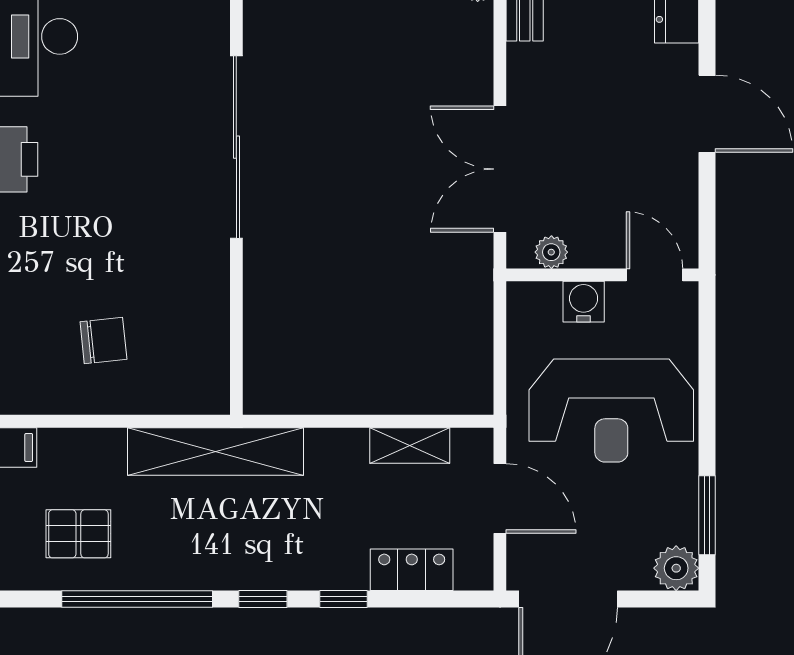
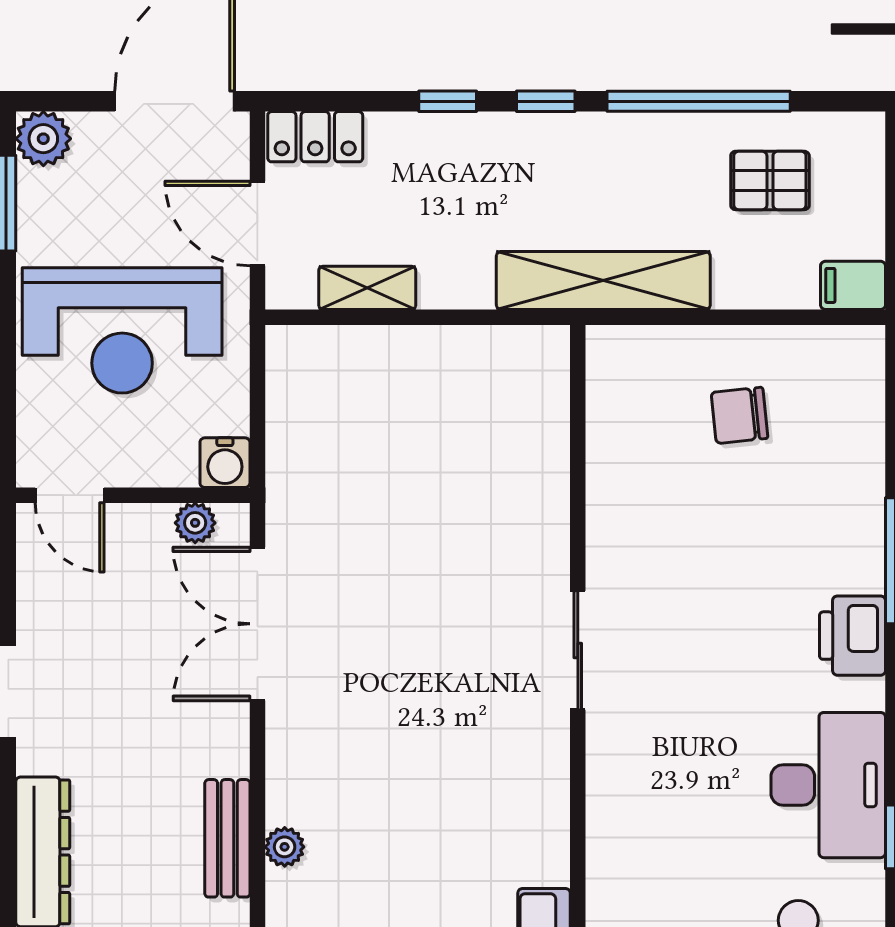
sliding door: (236, 147) -> (578, 650), width x0.54
double door: (500, 169) -> (257, 624), swing flipped
water cooler: (584, 302) -> (225, 463), moved
reception desk: (611, 410) -> (122, 330), turned 180
locker: (412, 570) -> (315, 137), moved

